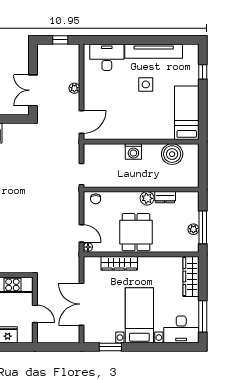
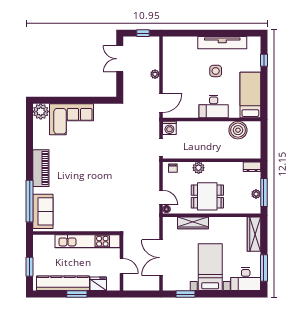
desk: (107, 57) -> (214, 107), moved, turned 180
double door: (33, 90) -> (120, 59), moved
washing machine: (133, 151) -> (169, 128), moved
dresser: (165, 197) -> (252, 167), moved
plant: (147, 198) -> (199, 168), moved
dining table: (136, 232) -> (207, 196), turned 90

